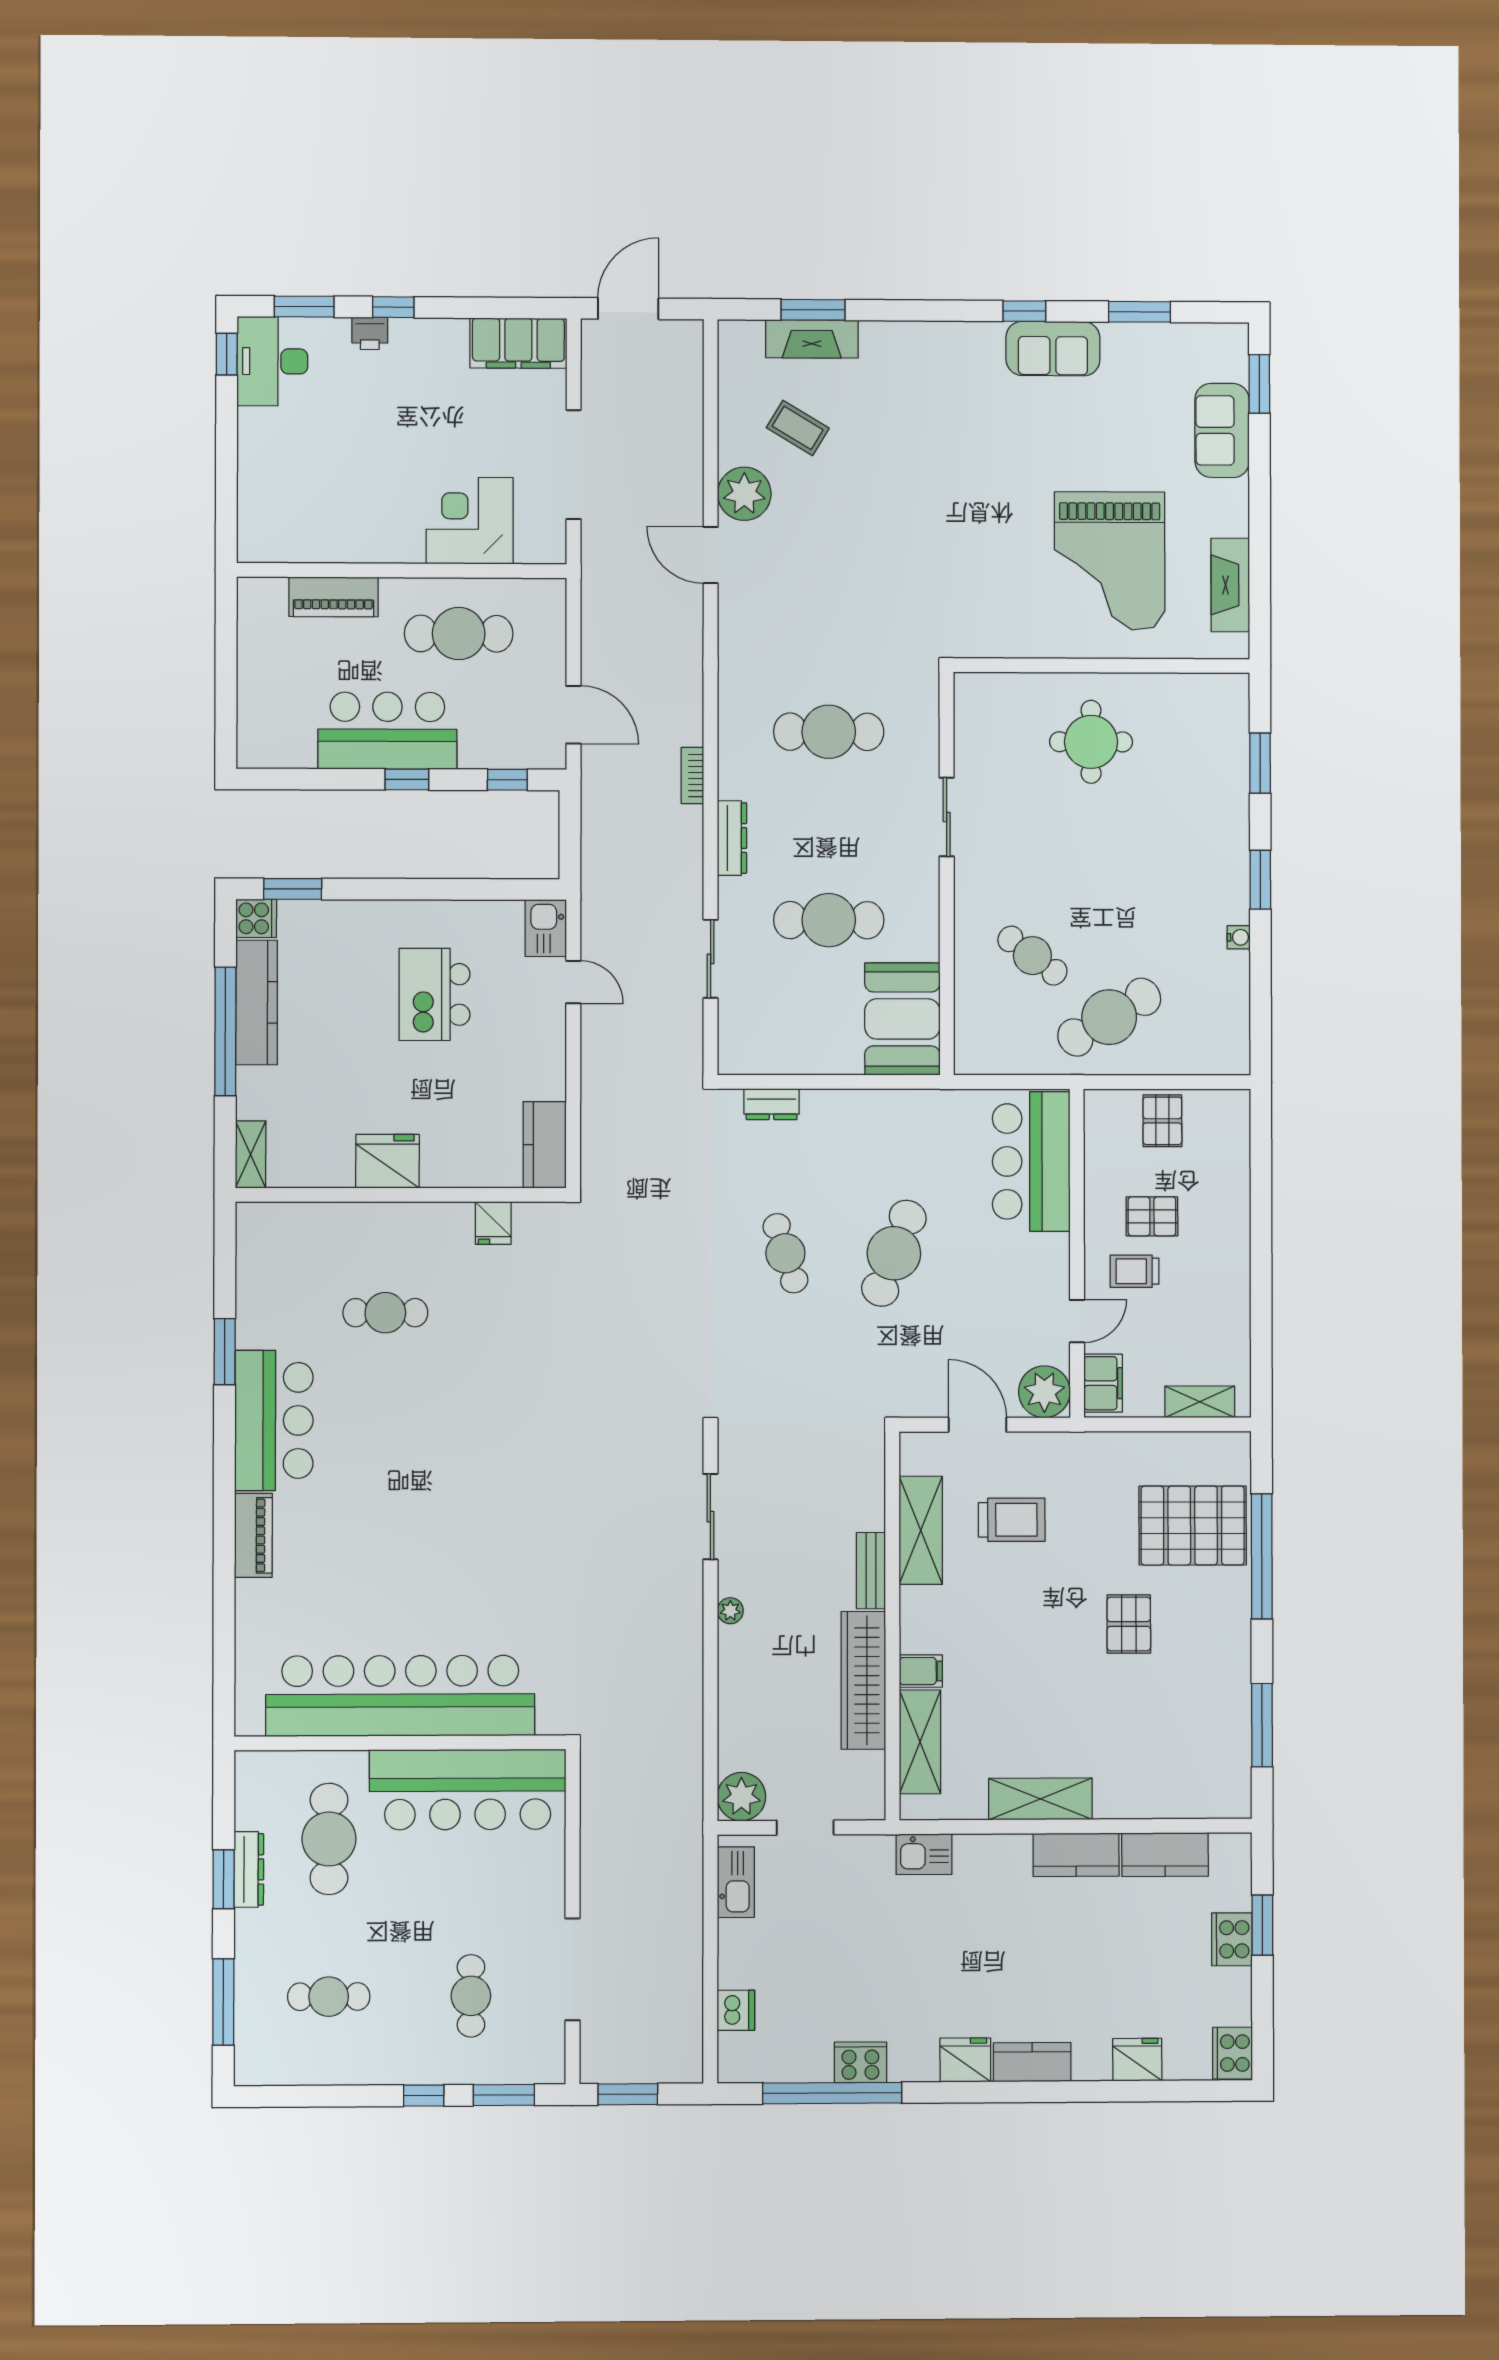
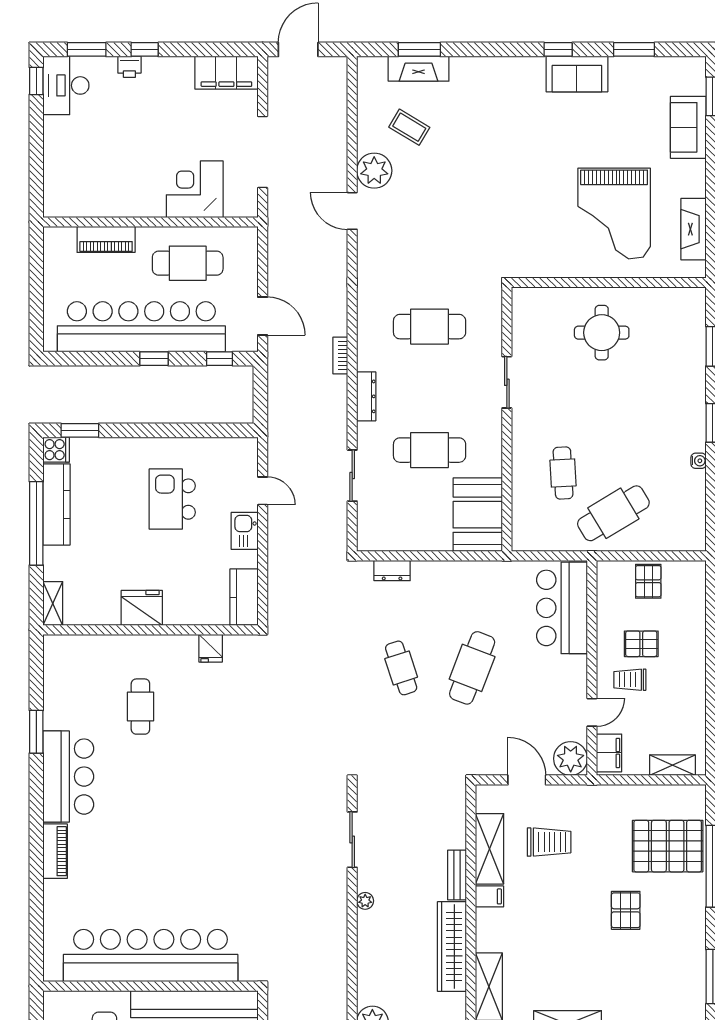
bar counter: (387, 731) -> (141, 327), width x1.86
kitchen sink: (546, 928) -> (245, 531), moved
cafe table: (1032, 956) -> (563, 473), turned 50
cafe table: (385, 1313) -> (140, 707), turned 90
filing cabinet: (921, 1671) -> (489, 896), moved

